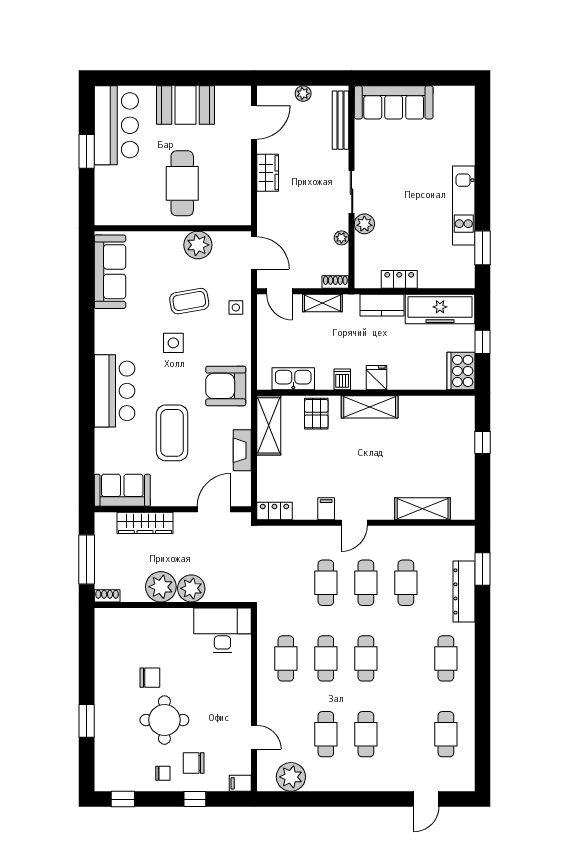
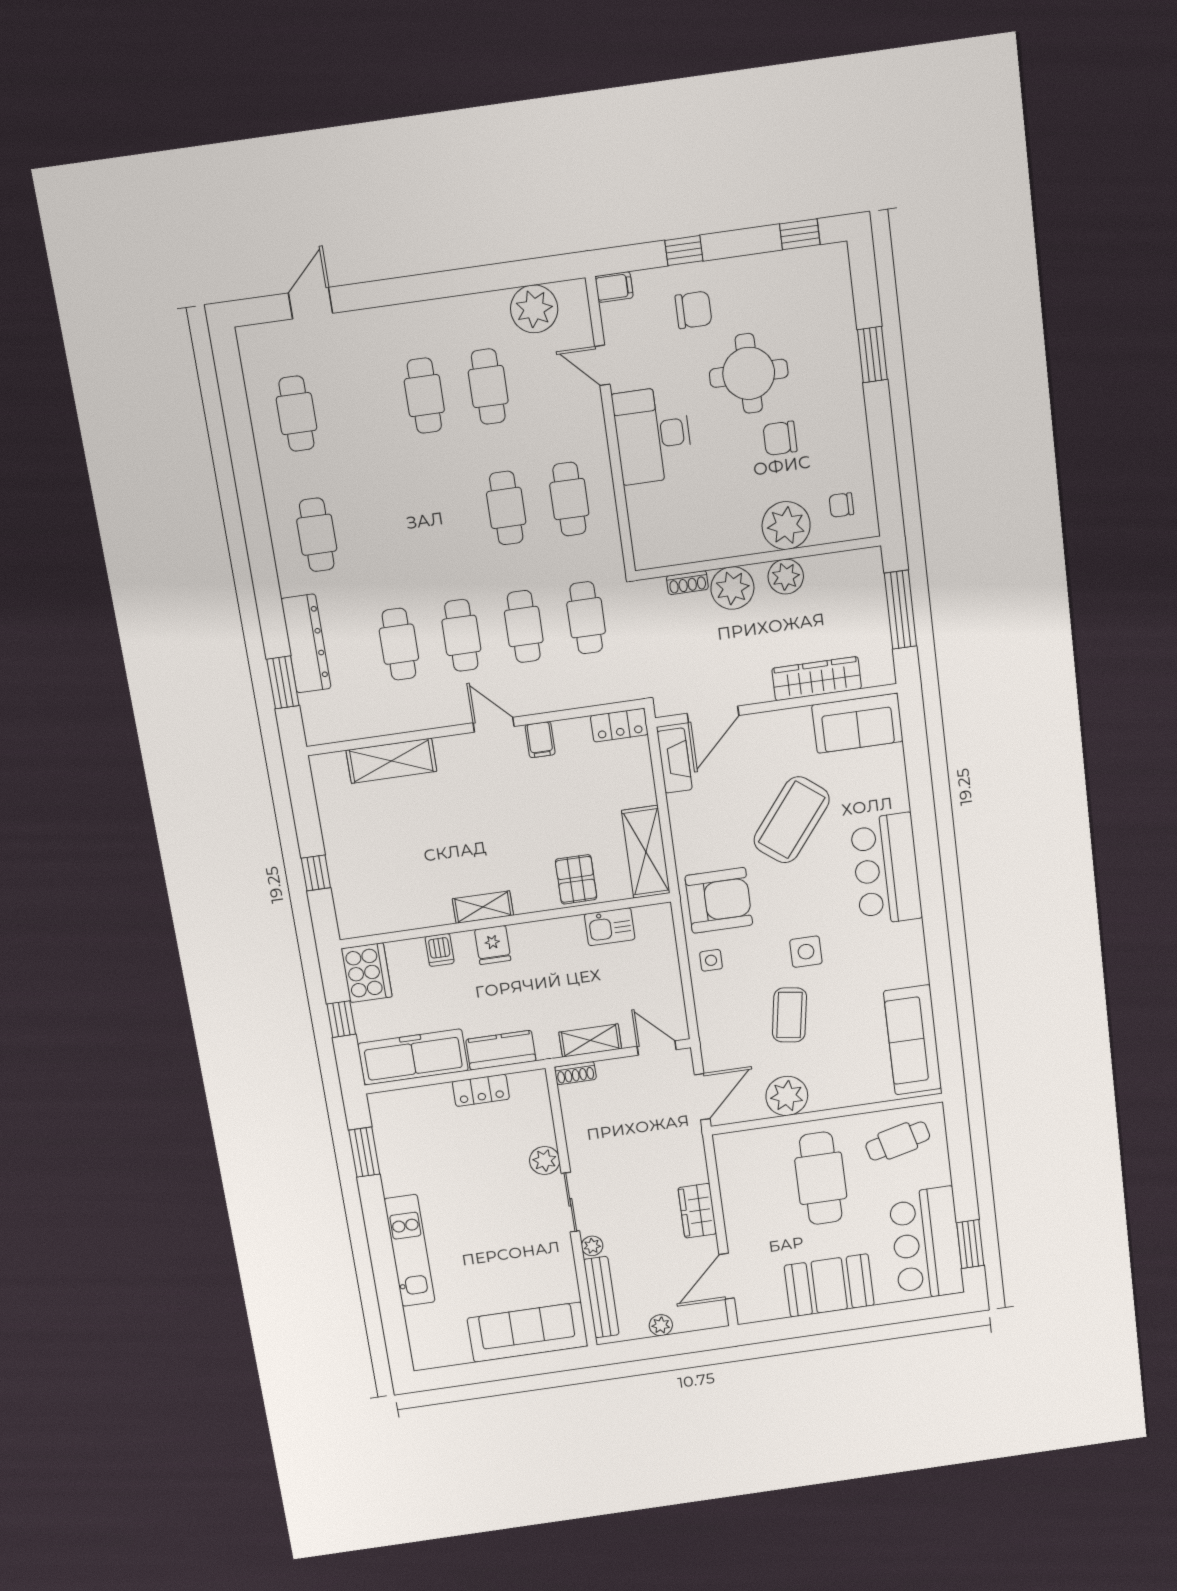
window: (87, 151) -> (970, 1244), moved
cafe table: (128, 202) -> (898, 1141), added
kitchen unit: (464, 205) -> (410, 1251), moved
plant: (341, 238) -> (592, 1246), moved
door: (254, 253) -> (702, 1097), swing flipped
coffee table: (189, 301) -> (790, 1015), turned -71
side table: (236, 308) -> (711, 960), moved
kitchen sink: (293, 379) -> (610, 927), width x0.73
dishwasher: (342, 379) -> (440, 950), moved
shelving: (370, 407) -> (483, 907), width x0.67, depth x0.75
coffee table: (172, 433) -> (792, 820), turned 38
fireplace: (242, 450) -> (675, 761), moved
door: (354, 523) -> (494, 725), hinge flipped
plant: (161, 587) -> (786, 577), width x0.73, depth x0.73
shoe rack: (107, 596) -> (687, 583), moved
plant: (153, 623) -> (786, 526), added
desk: (222, 630) -> (653, 435), moved, turned 90
cafe table: (366, 658) -> (586, 618), moved
chair: (163, 773) -> (841, 505), moved

